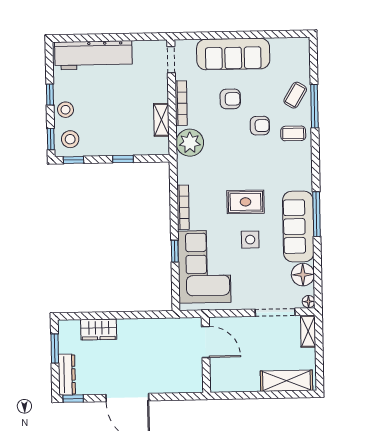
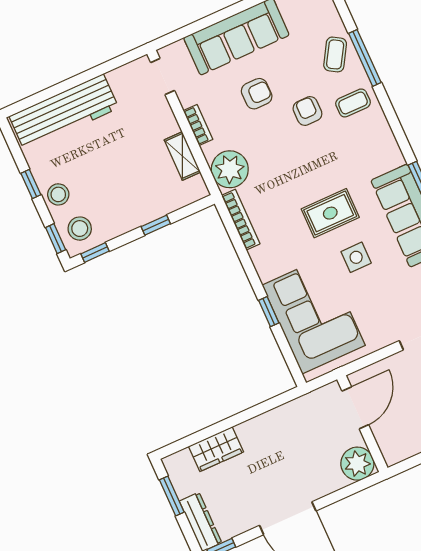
bookcase: (181, 103) -> (198, 125), width x0.64
armchair: (260, 126) -> (307, 111), turned -90
bookcase: (183, 207) -> (241, 220), moved
door: (206, 342) -> (355, 408), hinge flipped
plant: (191, 381) -> (357, 464), added

